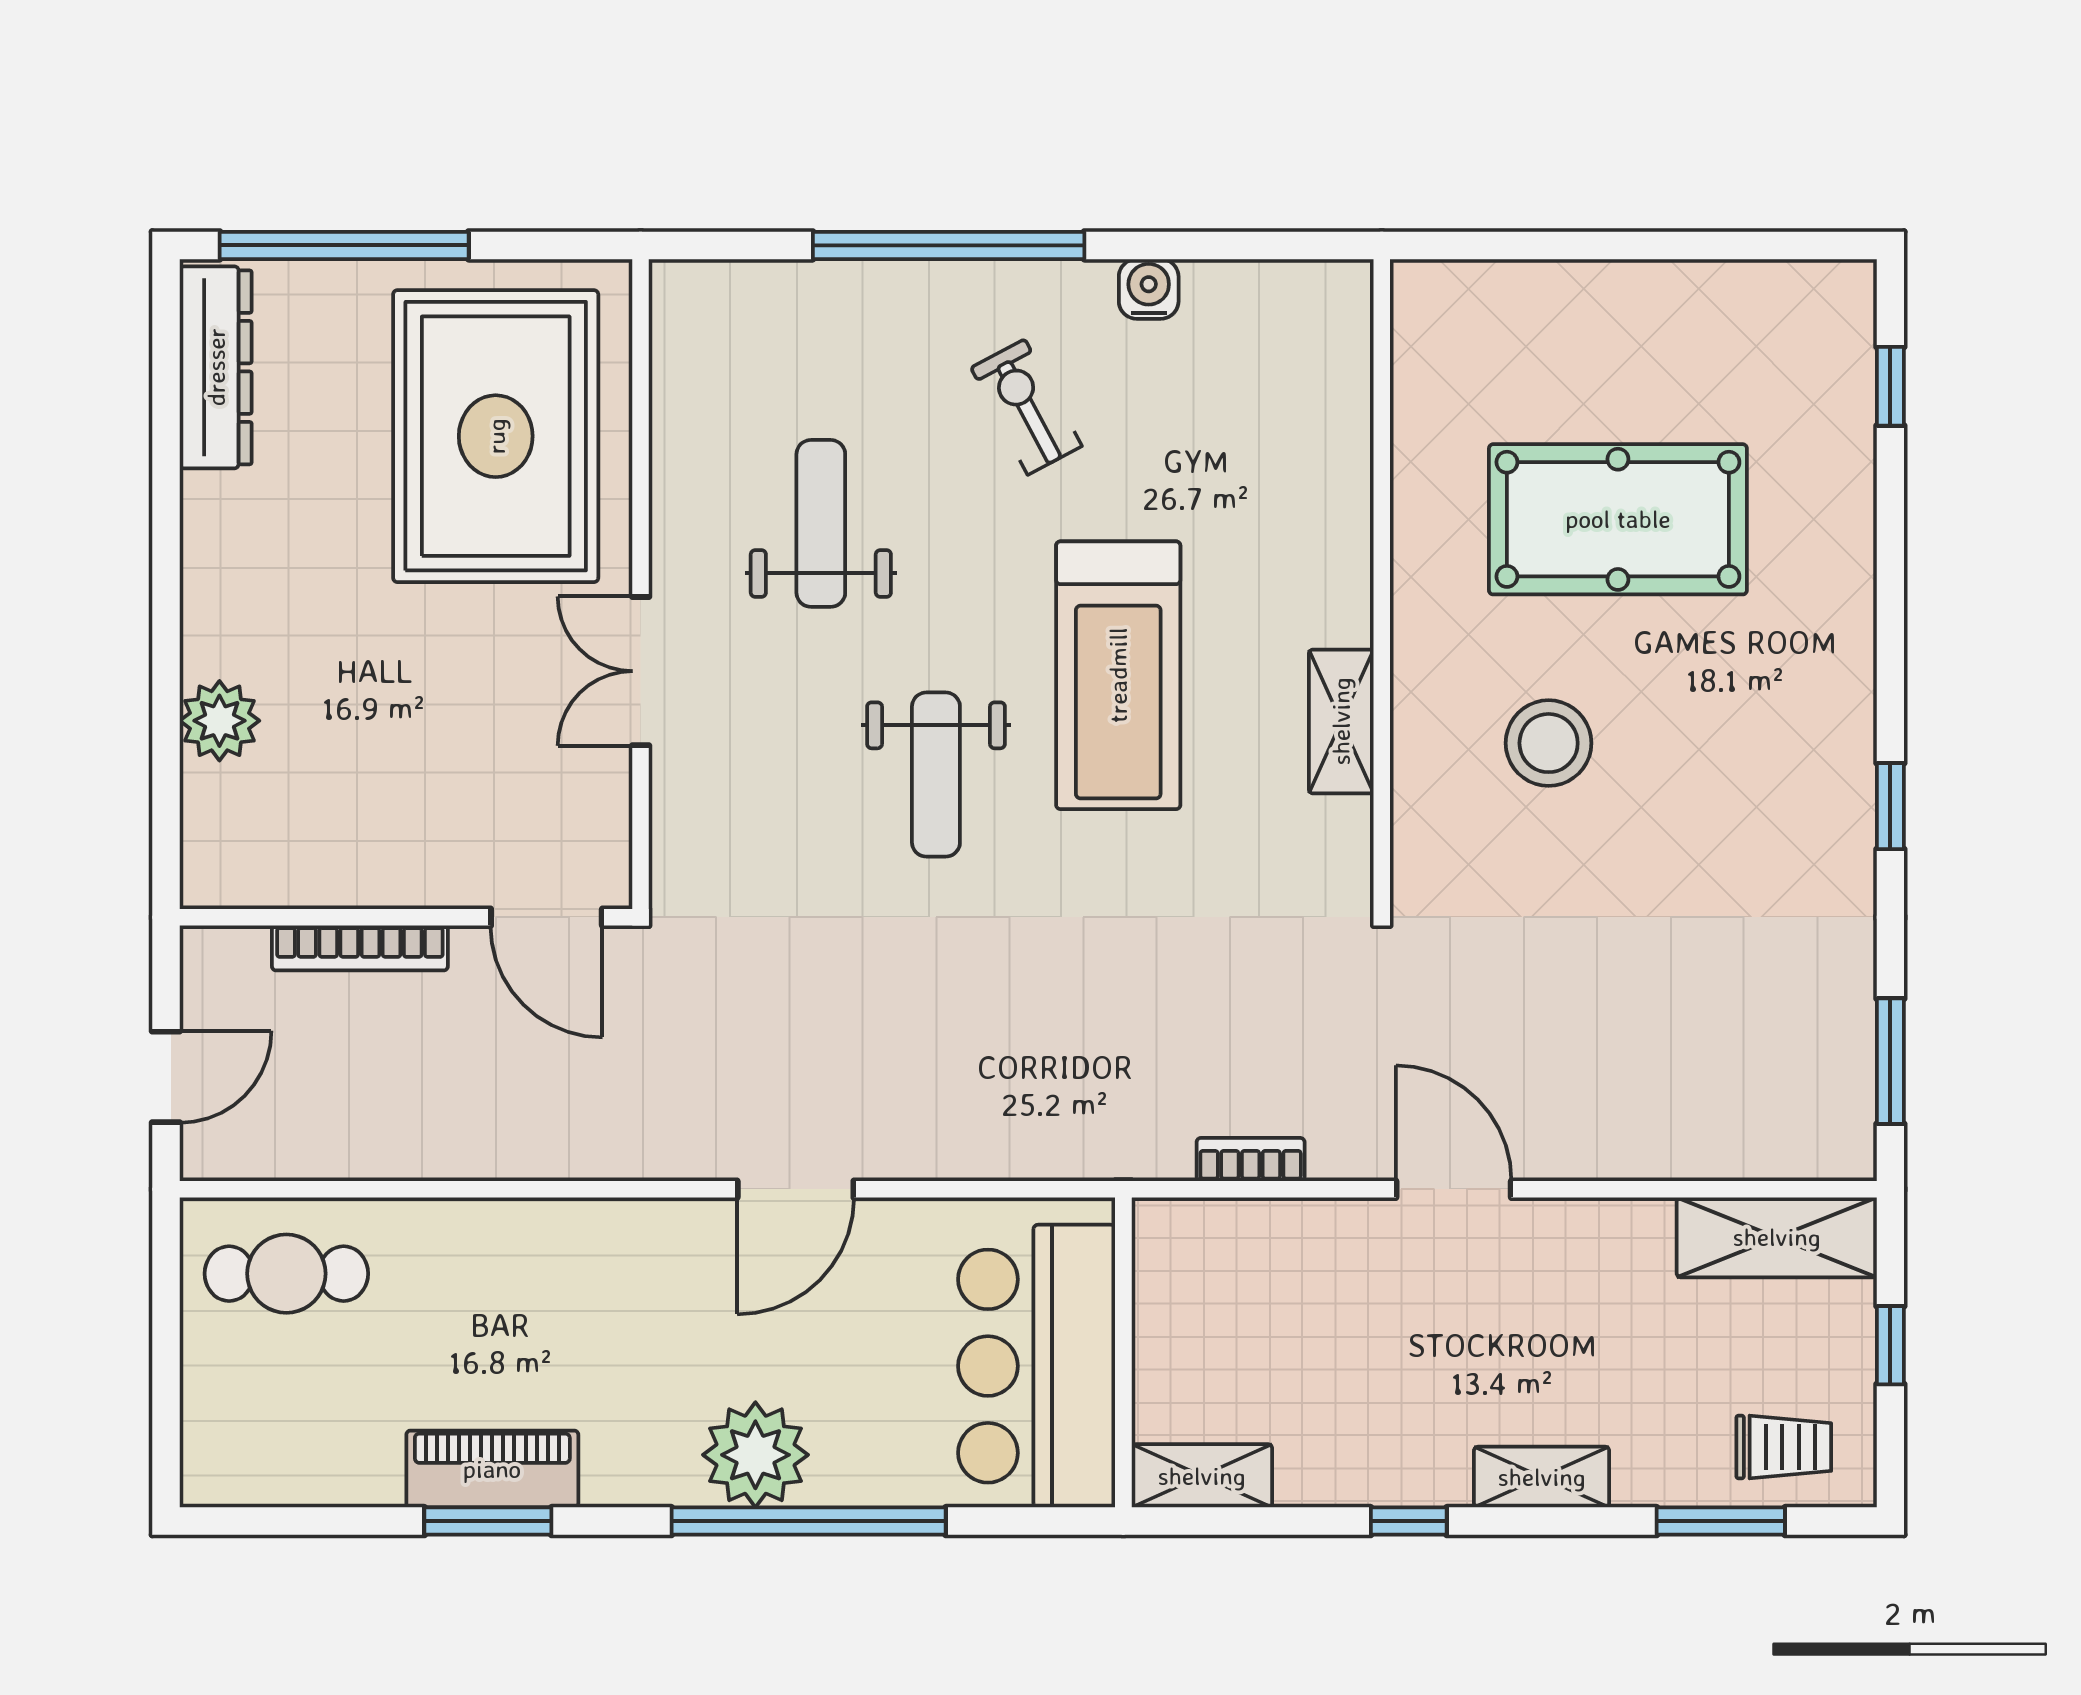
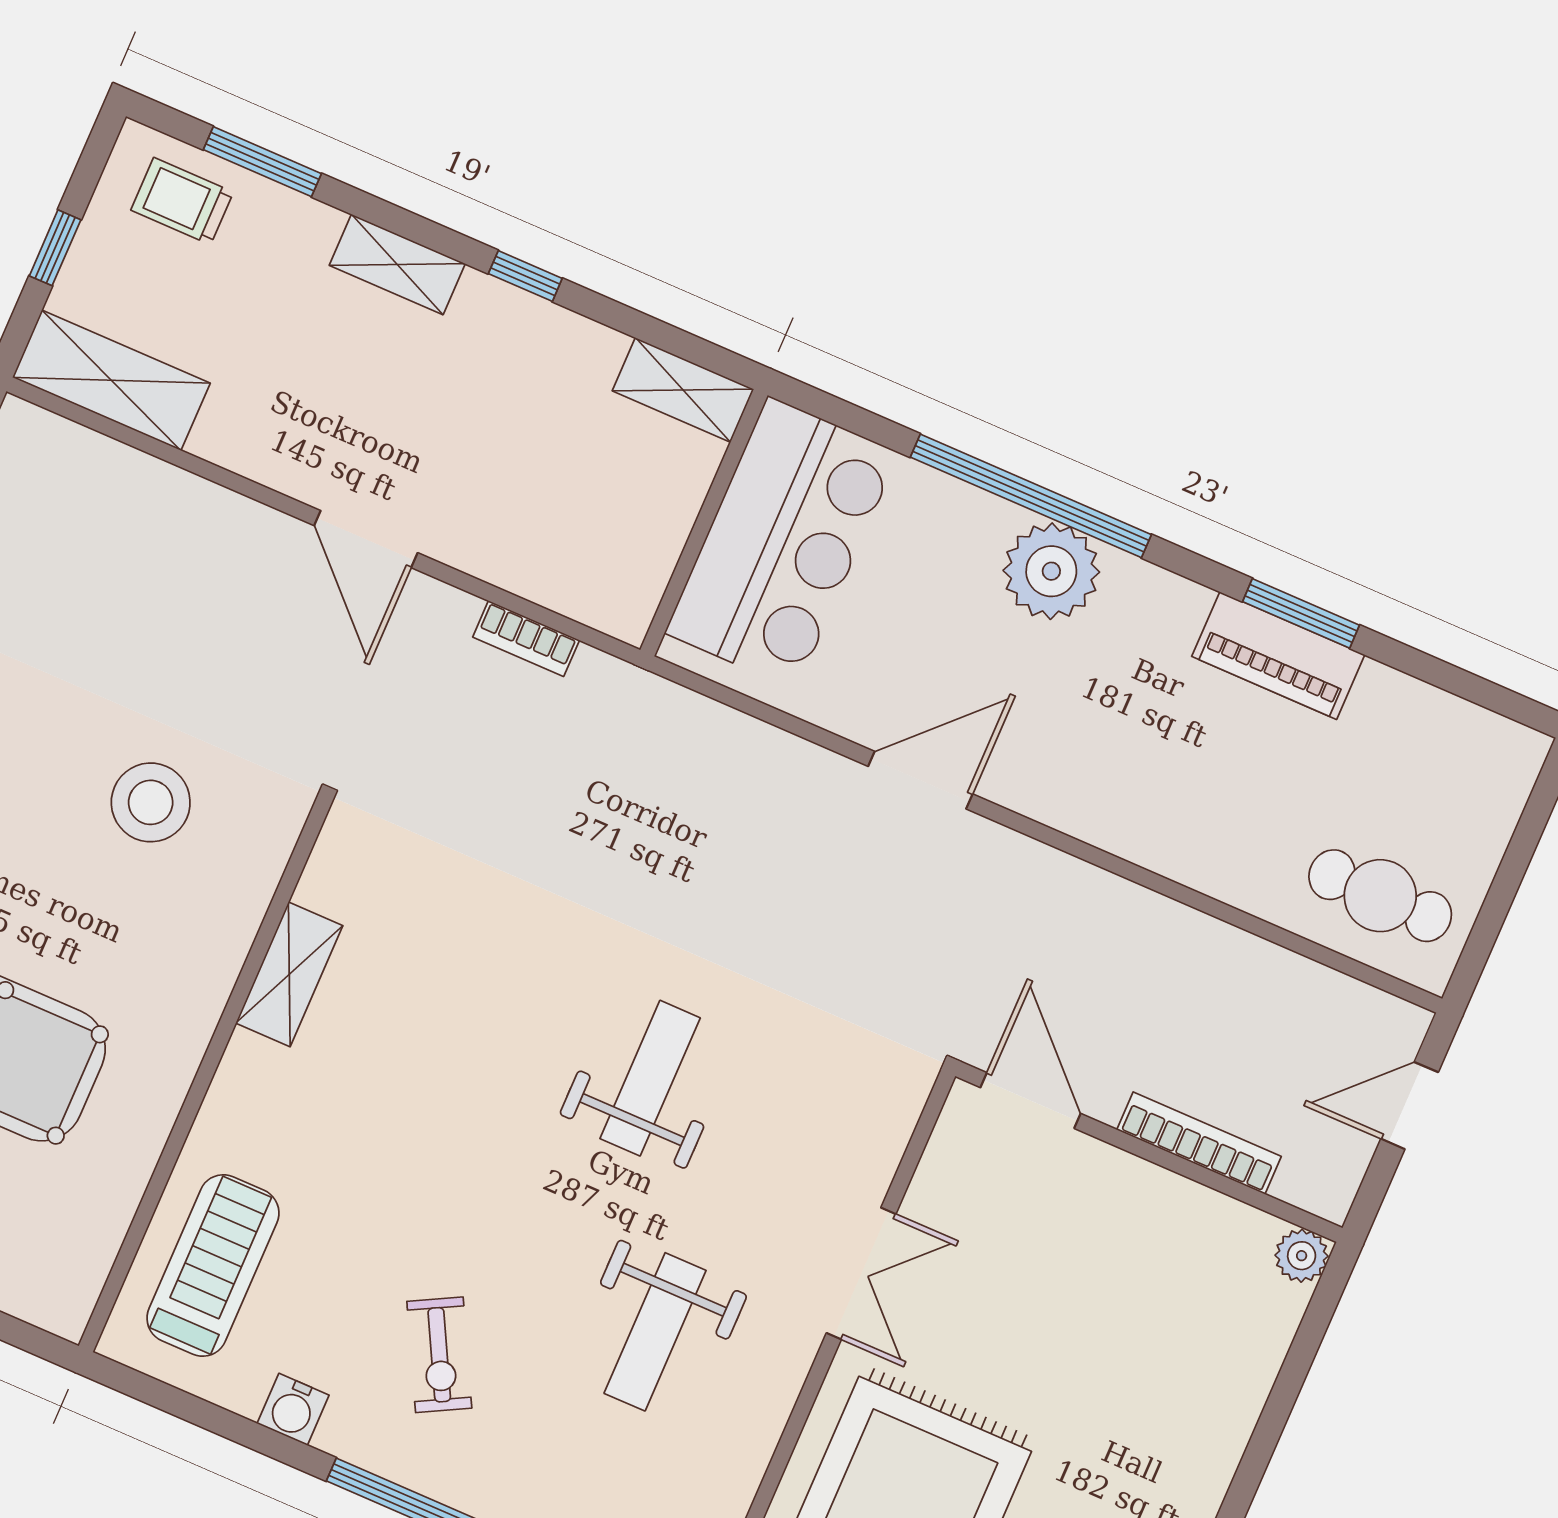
treadmill: (1118, 675) -> (213, 1266), moved, width x0.73, depth x0.73
plant: (219, 721) -> (1302, 1256), moved, width x0.73, depth x0.73
stool: (1549, 743) -> (151, 802), moved

